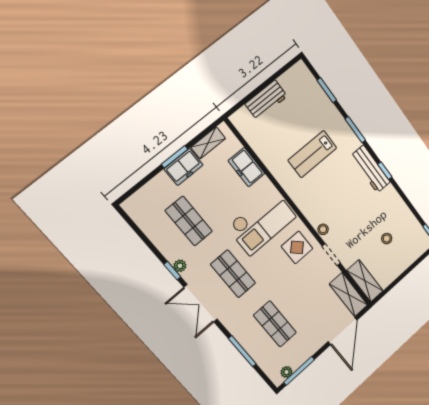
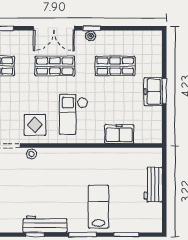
shelving: (208, 143) -> (156, 121), removed
lab bench: (312, 154) -> (98, 207), moved
checkout: (262, 222) -> (74, 114), width x0.73, depth x0.83
double door: (201, 303) -> (54, 28), swing flipped

